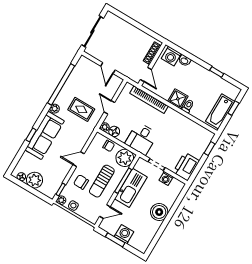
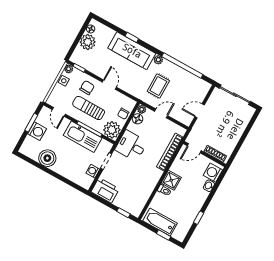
boiler: (159, 212) -> (47, 158), moved

